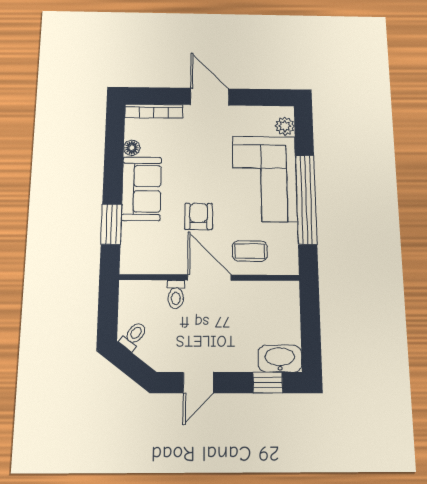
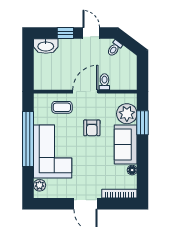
plant: (138, 240) -> (127, 114), added
door: (209, 277) -> (85, 92), swing flipped
toilet: (134, 336) -> (114, 48), moved
door: (199, 383) -> (91, 33), hinge flipped
window: (268, 383) -> (65, 33), moved

